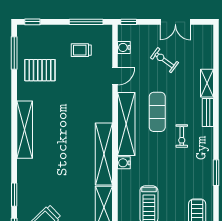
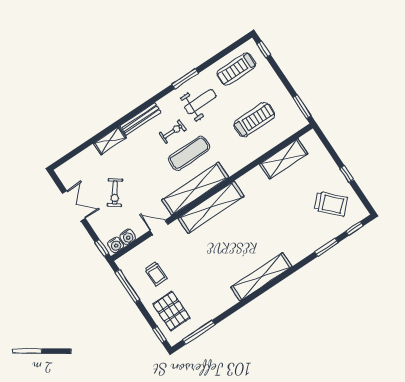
pallet: (40, 70) -> (171, 311), moved
exercise mat: (157, 112) -> (189, 153), moved
bench: (208, 113) -> (140, 119), width x1.36
shelving: (104, 154) -> (211, 207), moved
water cooler: (124, 163) -> (116, 245), moved
weight bench: (191, 173) -> (200, 102), added

